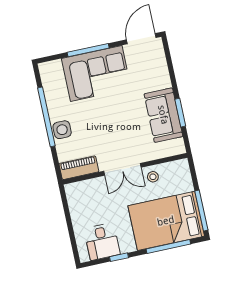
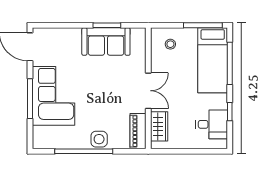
stool: (153, 177) -> (170, 44), moved
wardrobe: (88, 188) -> (159, 126), added
bed: (166, 221) -> (213, 60), width x0.67

